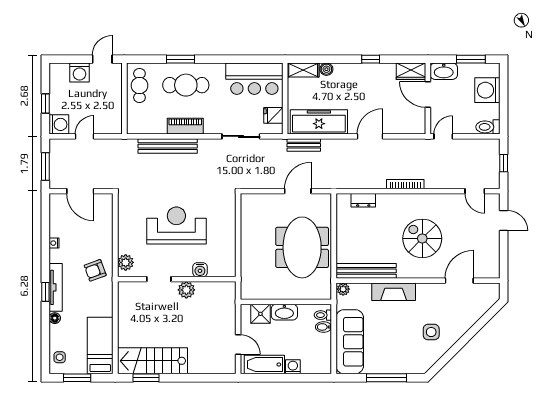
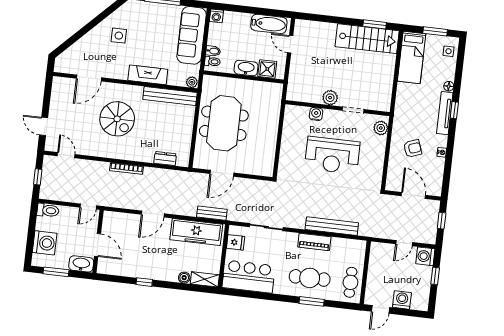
wardrobe: (411, 71) -> (110, 267), removed
window: (45, 166) -> (442, 221), width x0.67
armchair: (95, 270) -> (413, 148), moved
washing machine: (293, 367) -> (216, 16), moved

